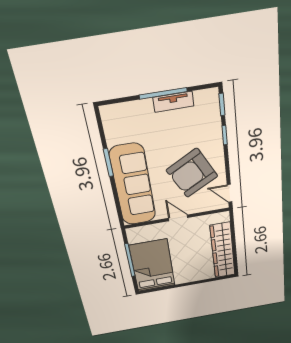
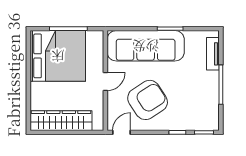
tv unit: (173, 102) -> (213, 54), moved
armchair: (192, 173) -> (148, 100), turned 85
bed: (152, 266) -> (58, 56), width x1.36

